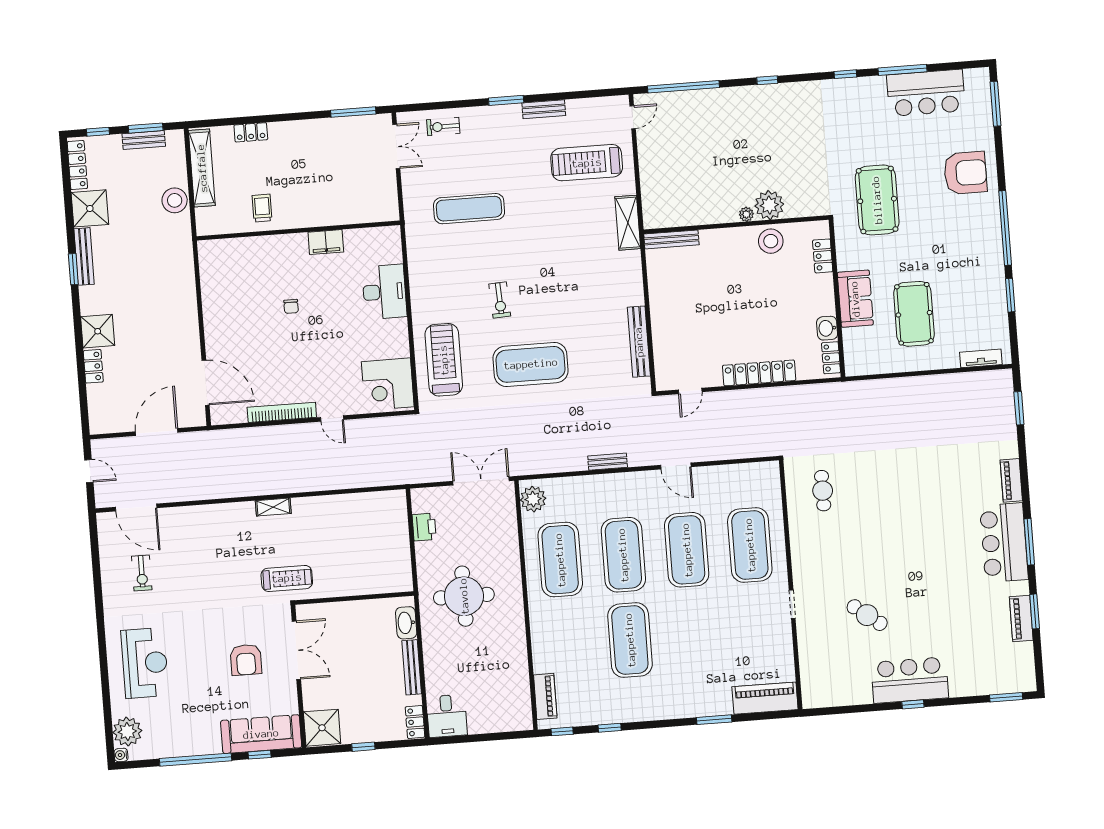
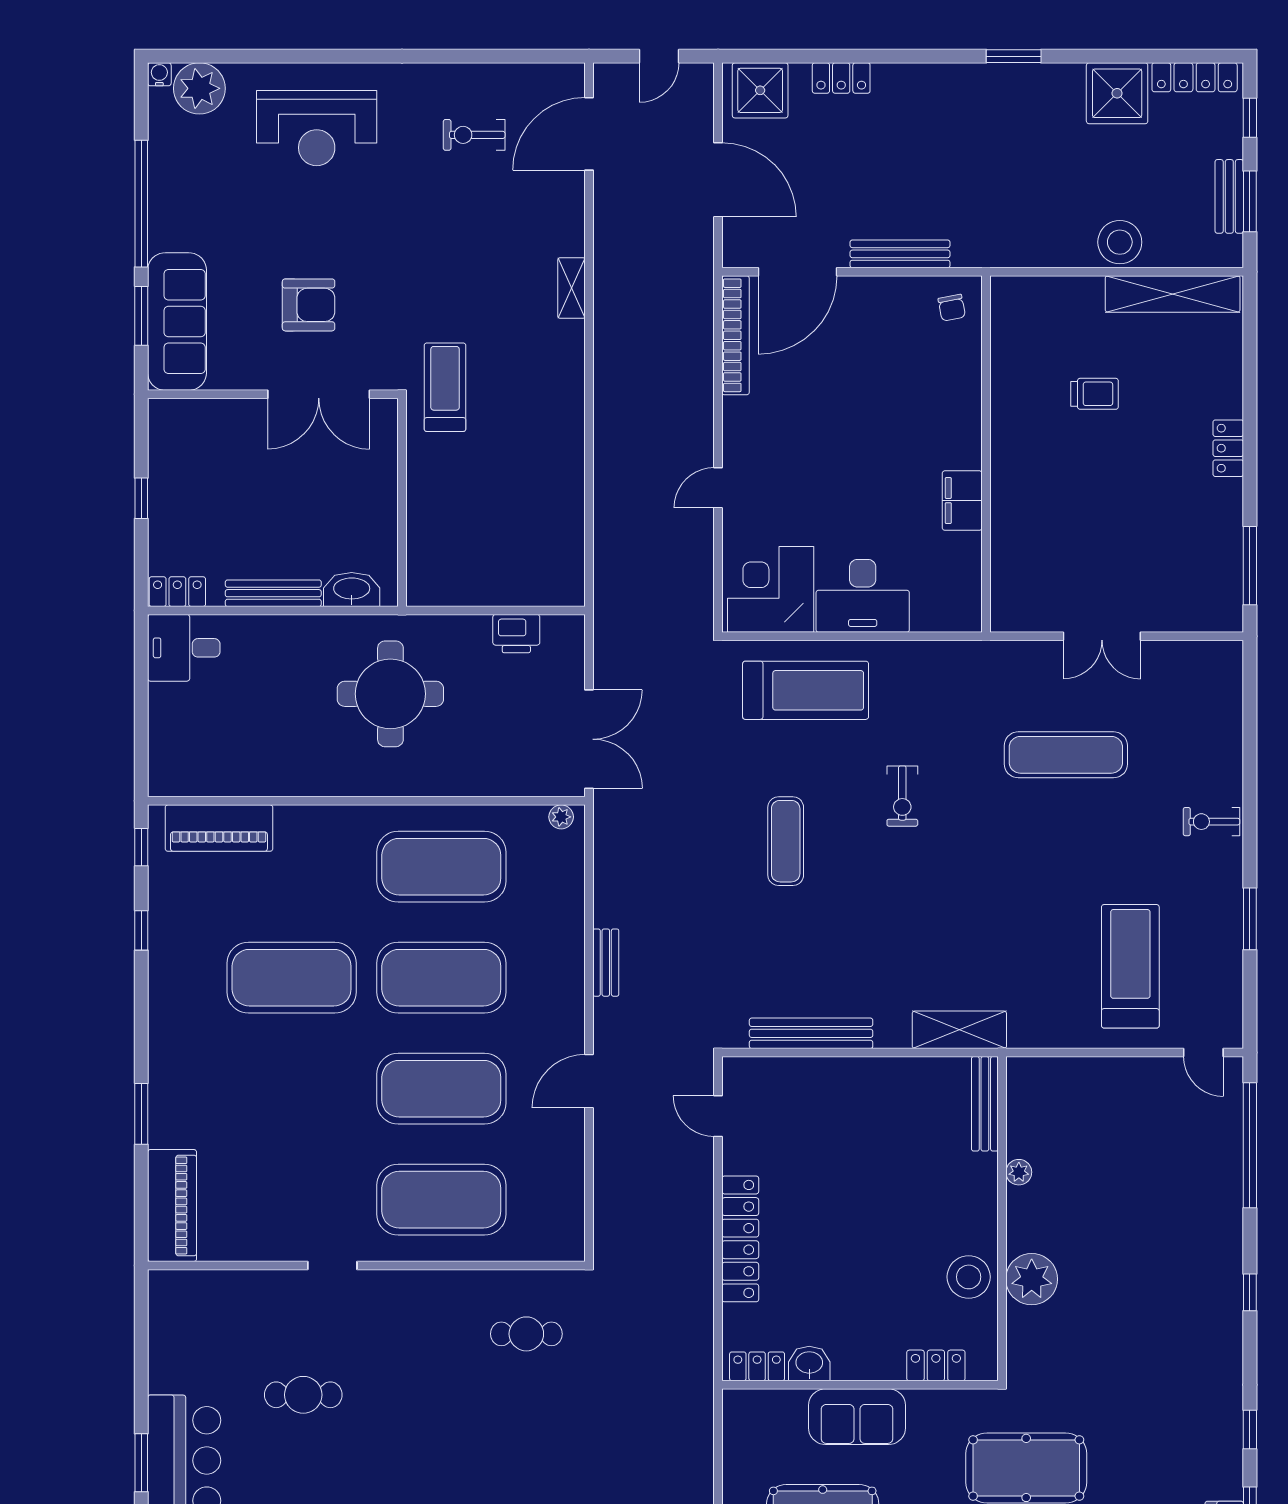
window: (506, 100) -> (1250, 919), moved
bench: (544, 109) -> (1229, 899), removed
exercise bike: (443, 127) -> (1212, 822), moved, turned -90
locker: (251, 132) -> (1228, 448), moved
double door: (396, 146) -> (1102, 636), moved
exercise mat: (469, 209) -> (1066, 755), turned 90
plant: (746, 214) -> (1019, 1172), moved
shelving: (628, 223) -> (959, 1030), moved
wall: (298, 231) -> (986, 454), moved
filing cabinet: (326, 242) -> (962, 501), moved
bench: (84, 256) -> (900, 254), moved
desk: (384, 292) -> (863, 596), moved
exercise bike: (500, 300) -> (902, 796), turned -87
chair: (291, 306) -> (952, 308), moved, turned -101
shower: (98, 331) -> (760, 90), moved
exercise mat: (531, 364) -> (786, 841), width x0.50, depth x0.69
bookcase: (282, 412) -> (736, 335), moved
plant: (533, 499) -> (561, 817), width x0.53, depth x0.53
shelving: (273, 507) -> (571, 288), moved
treadmill: (287, 578) -> (445, 387), turned 180
cafe table: (867, 615) -> (303, 1395), turned 53
armchair: (246, 660) -> (309, 305), turned 180
piano: (545, 696) -> (219, 828), width x1.37, depth x1.33
window: (913, 704) -> (141, 1463), width x1.50
shower: (322, 728) -> (180, 429), removed
window: (260, 755) -> (141, 316), width x1.50

